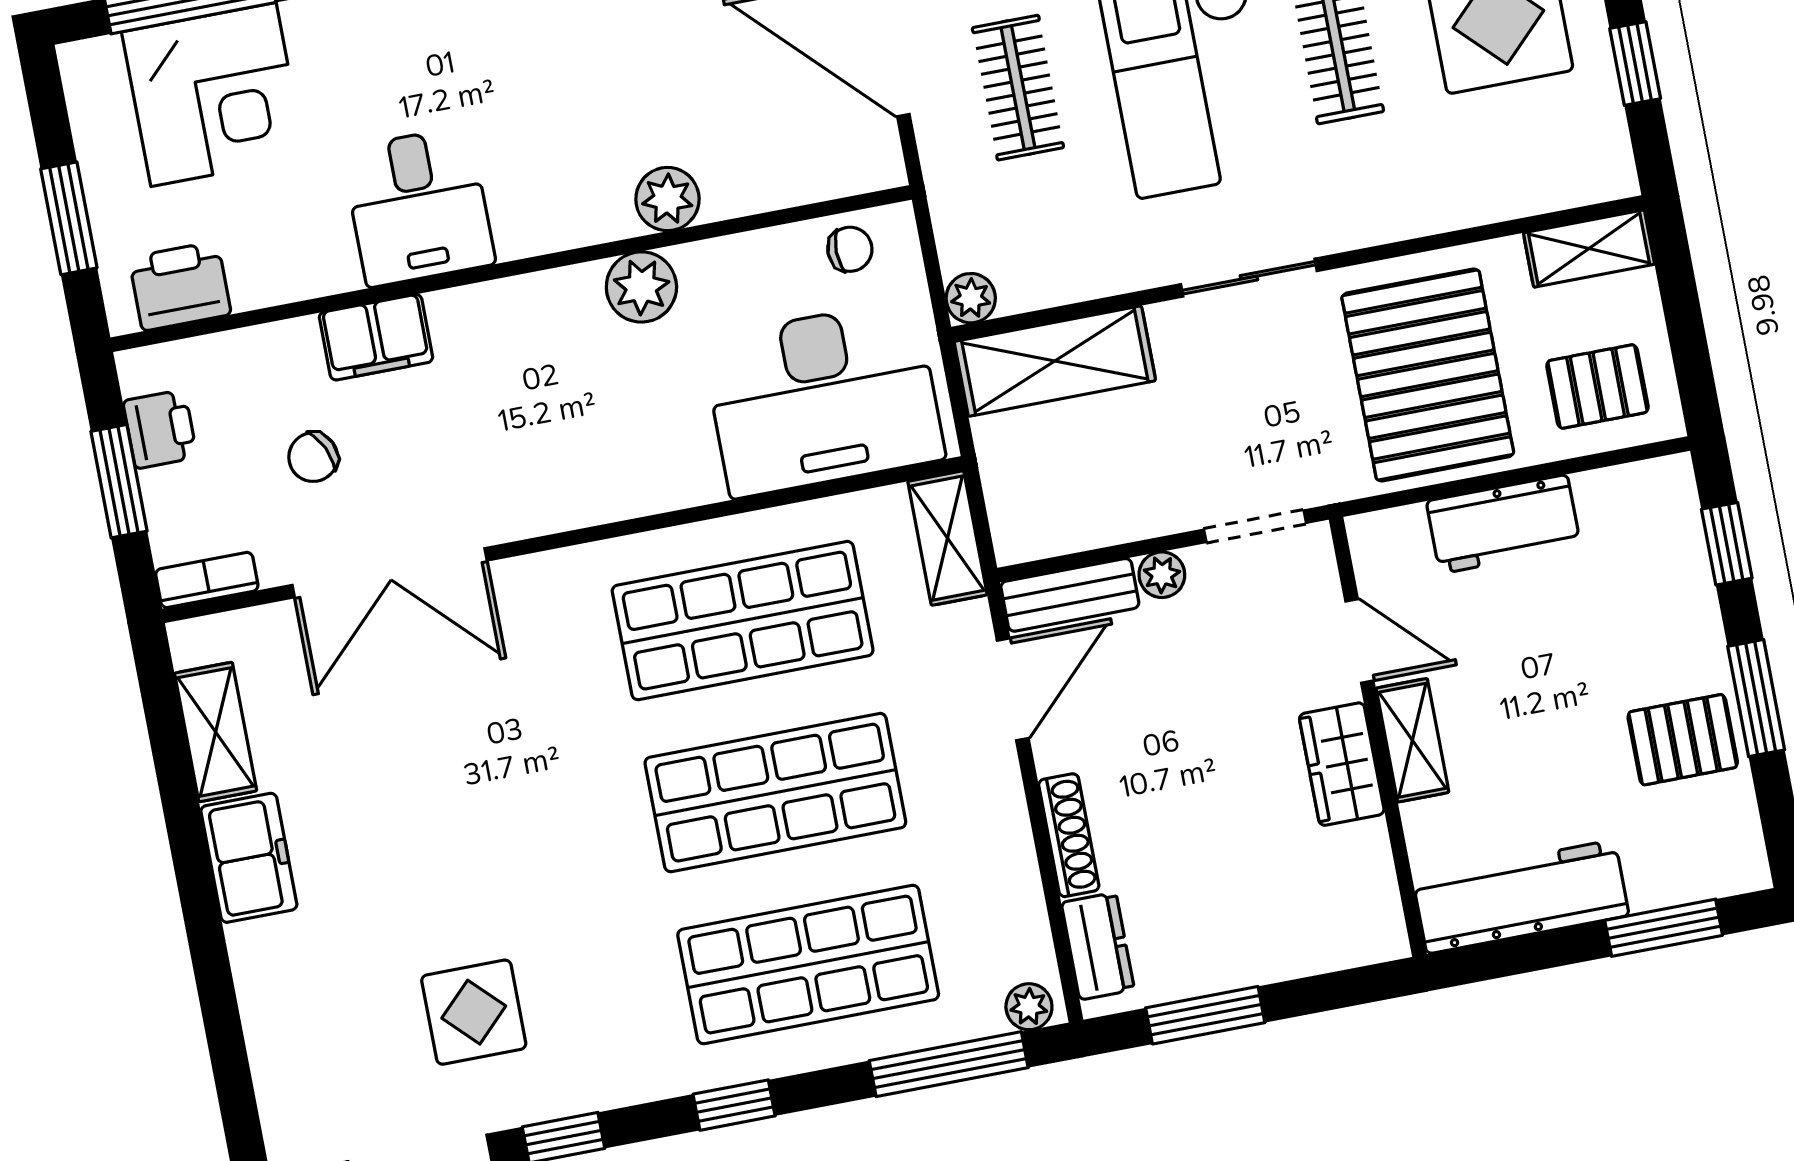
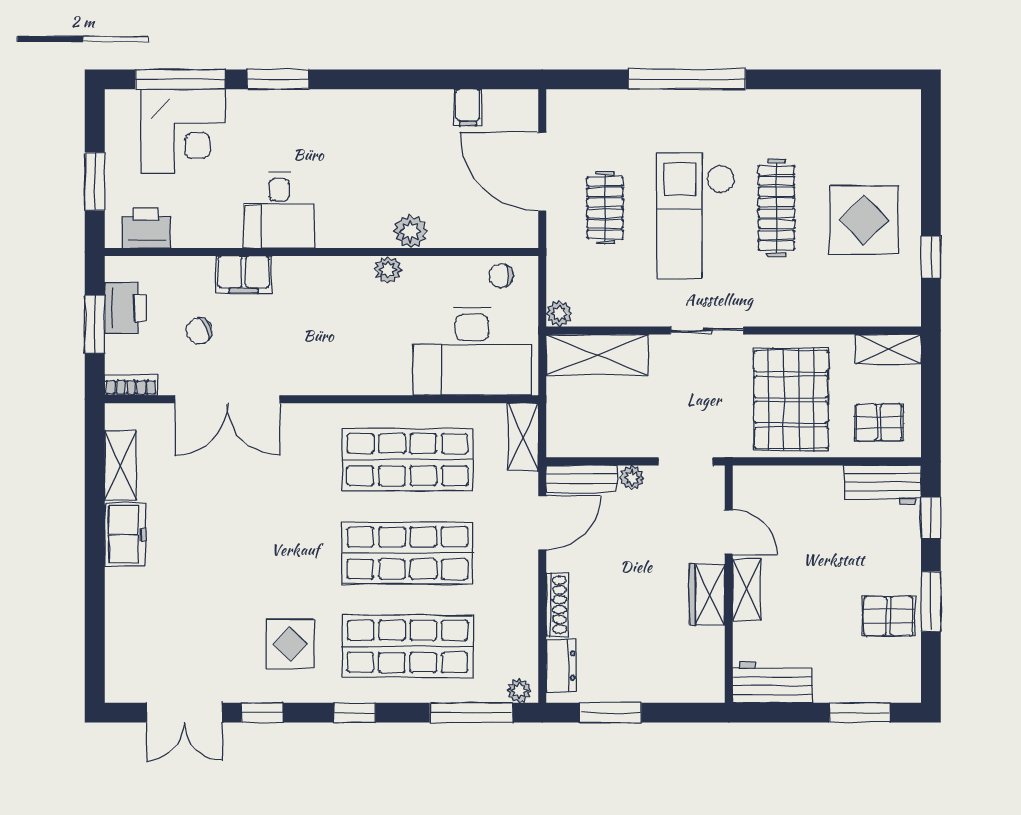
chair: (850, 249) -> (501, 276), turned 180
plant: (641, 287) -> (388, 270), width x0.73, depth x0.73
printer: (160, 429) -> (126, 308), width x1.36, depth x1.24
workbench: (1504, 524) -> (883, 485), moved
workbench: (1521, 897) -> (773, 682), width x0.73
display table: (474, 1012) -> (290, 644), moved

